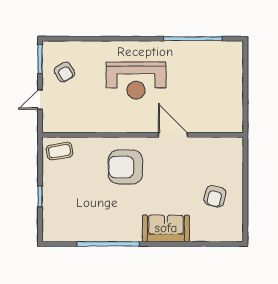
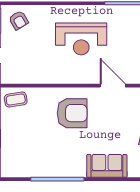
armchair: (64, 72) -> (19, 20), moved
armchair: (125, 167) -> (72, 113), turned 180

